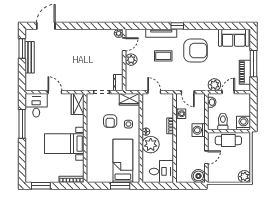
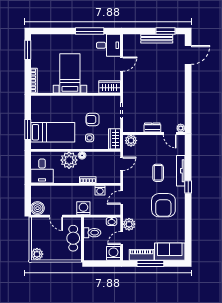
door: (46, 26) -> (188, 55), hinge flipped
sofa: (234, 38) -> (170, 252), moved, turned 90
plant: (131, 60) -> (131, 141), moved
dresser: (118, 83) -> (152, 128), moved
door: (228, 92) -> (122, 238), swing flipped
washing machine: (243, 123) -> (113, 253), moved, turned -90

